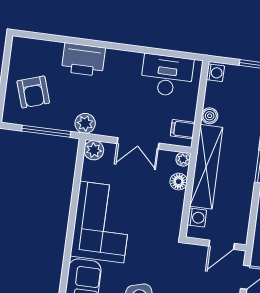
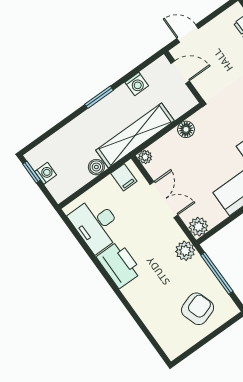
printer: (83, 60) -> (119, 265), moved
washing machine: (215, 73) -> (46, 173), moved, turned 90
floor lamp: (179, 182) -> (186, 129), moved
washing machine: (197, 218) -> (137, 84), moved, turned 180

